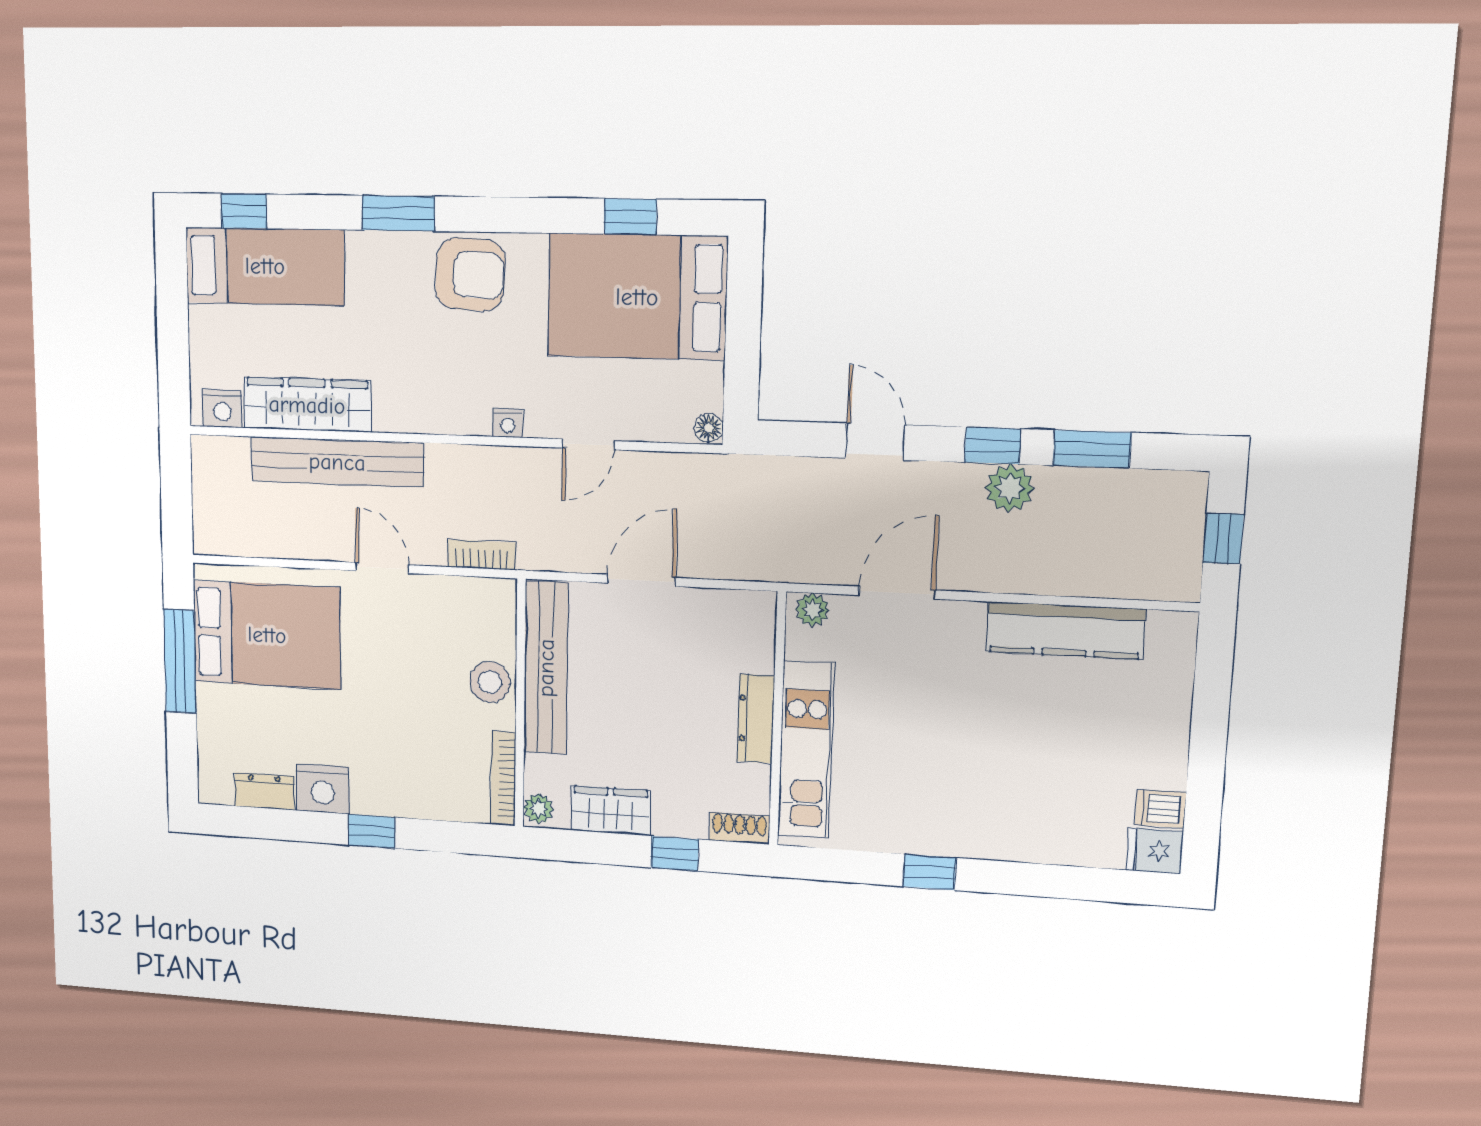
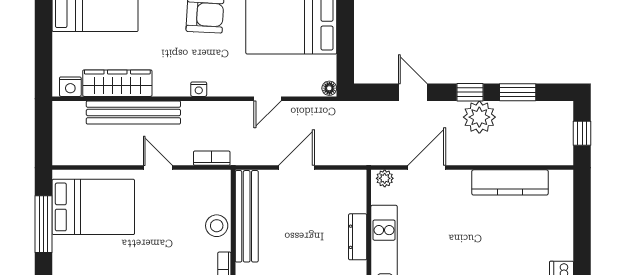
nightstand: (508, 423) -> (199, 89), moved
plant: (1010, 488) -> (479, 117), width x1.36, depth x1.36

